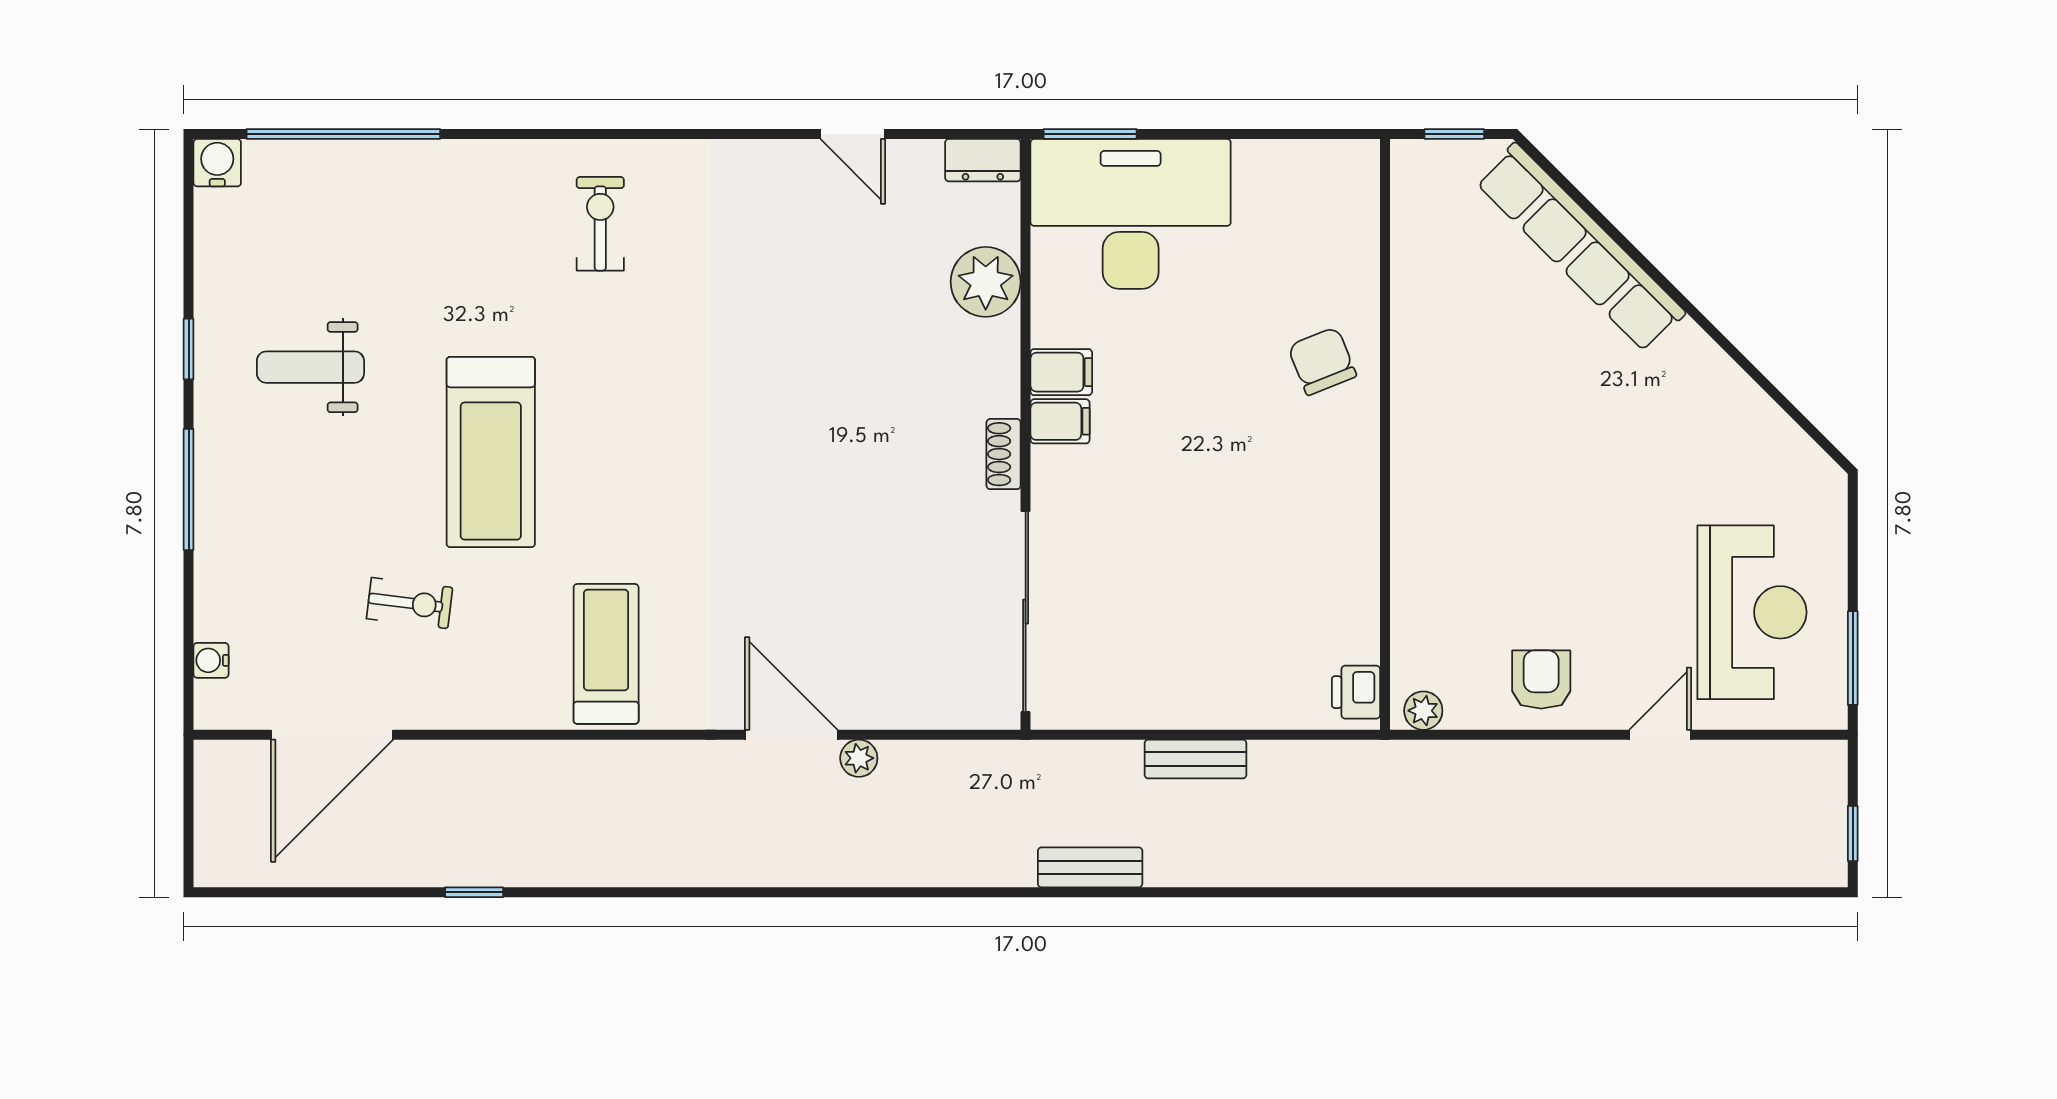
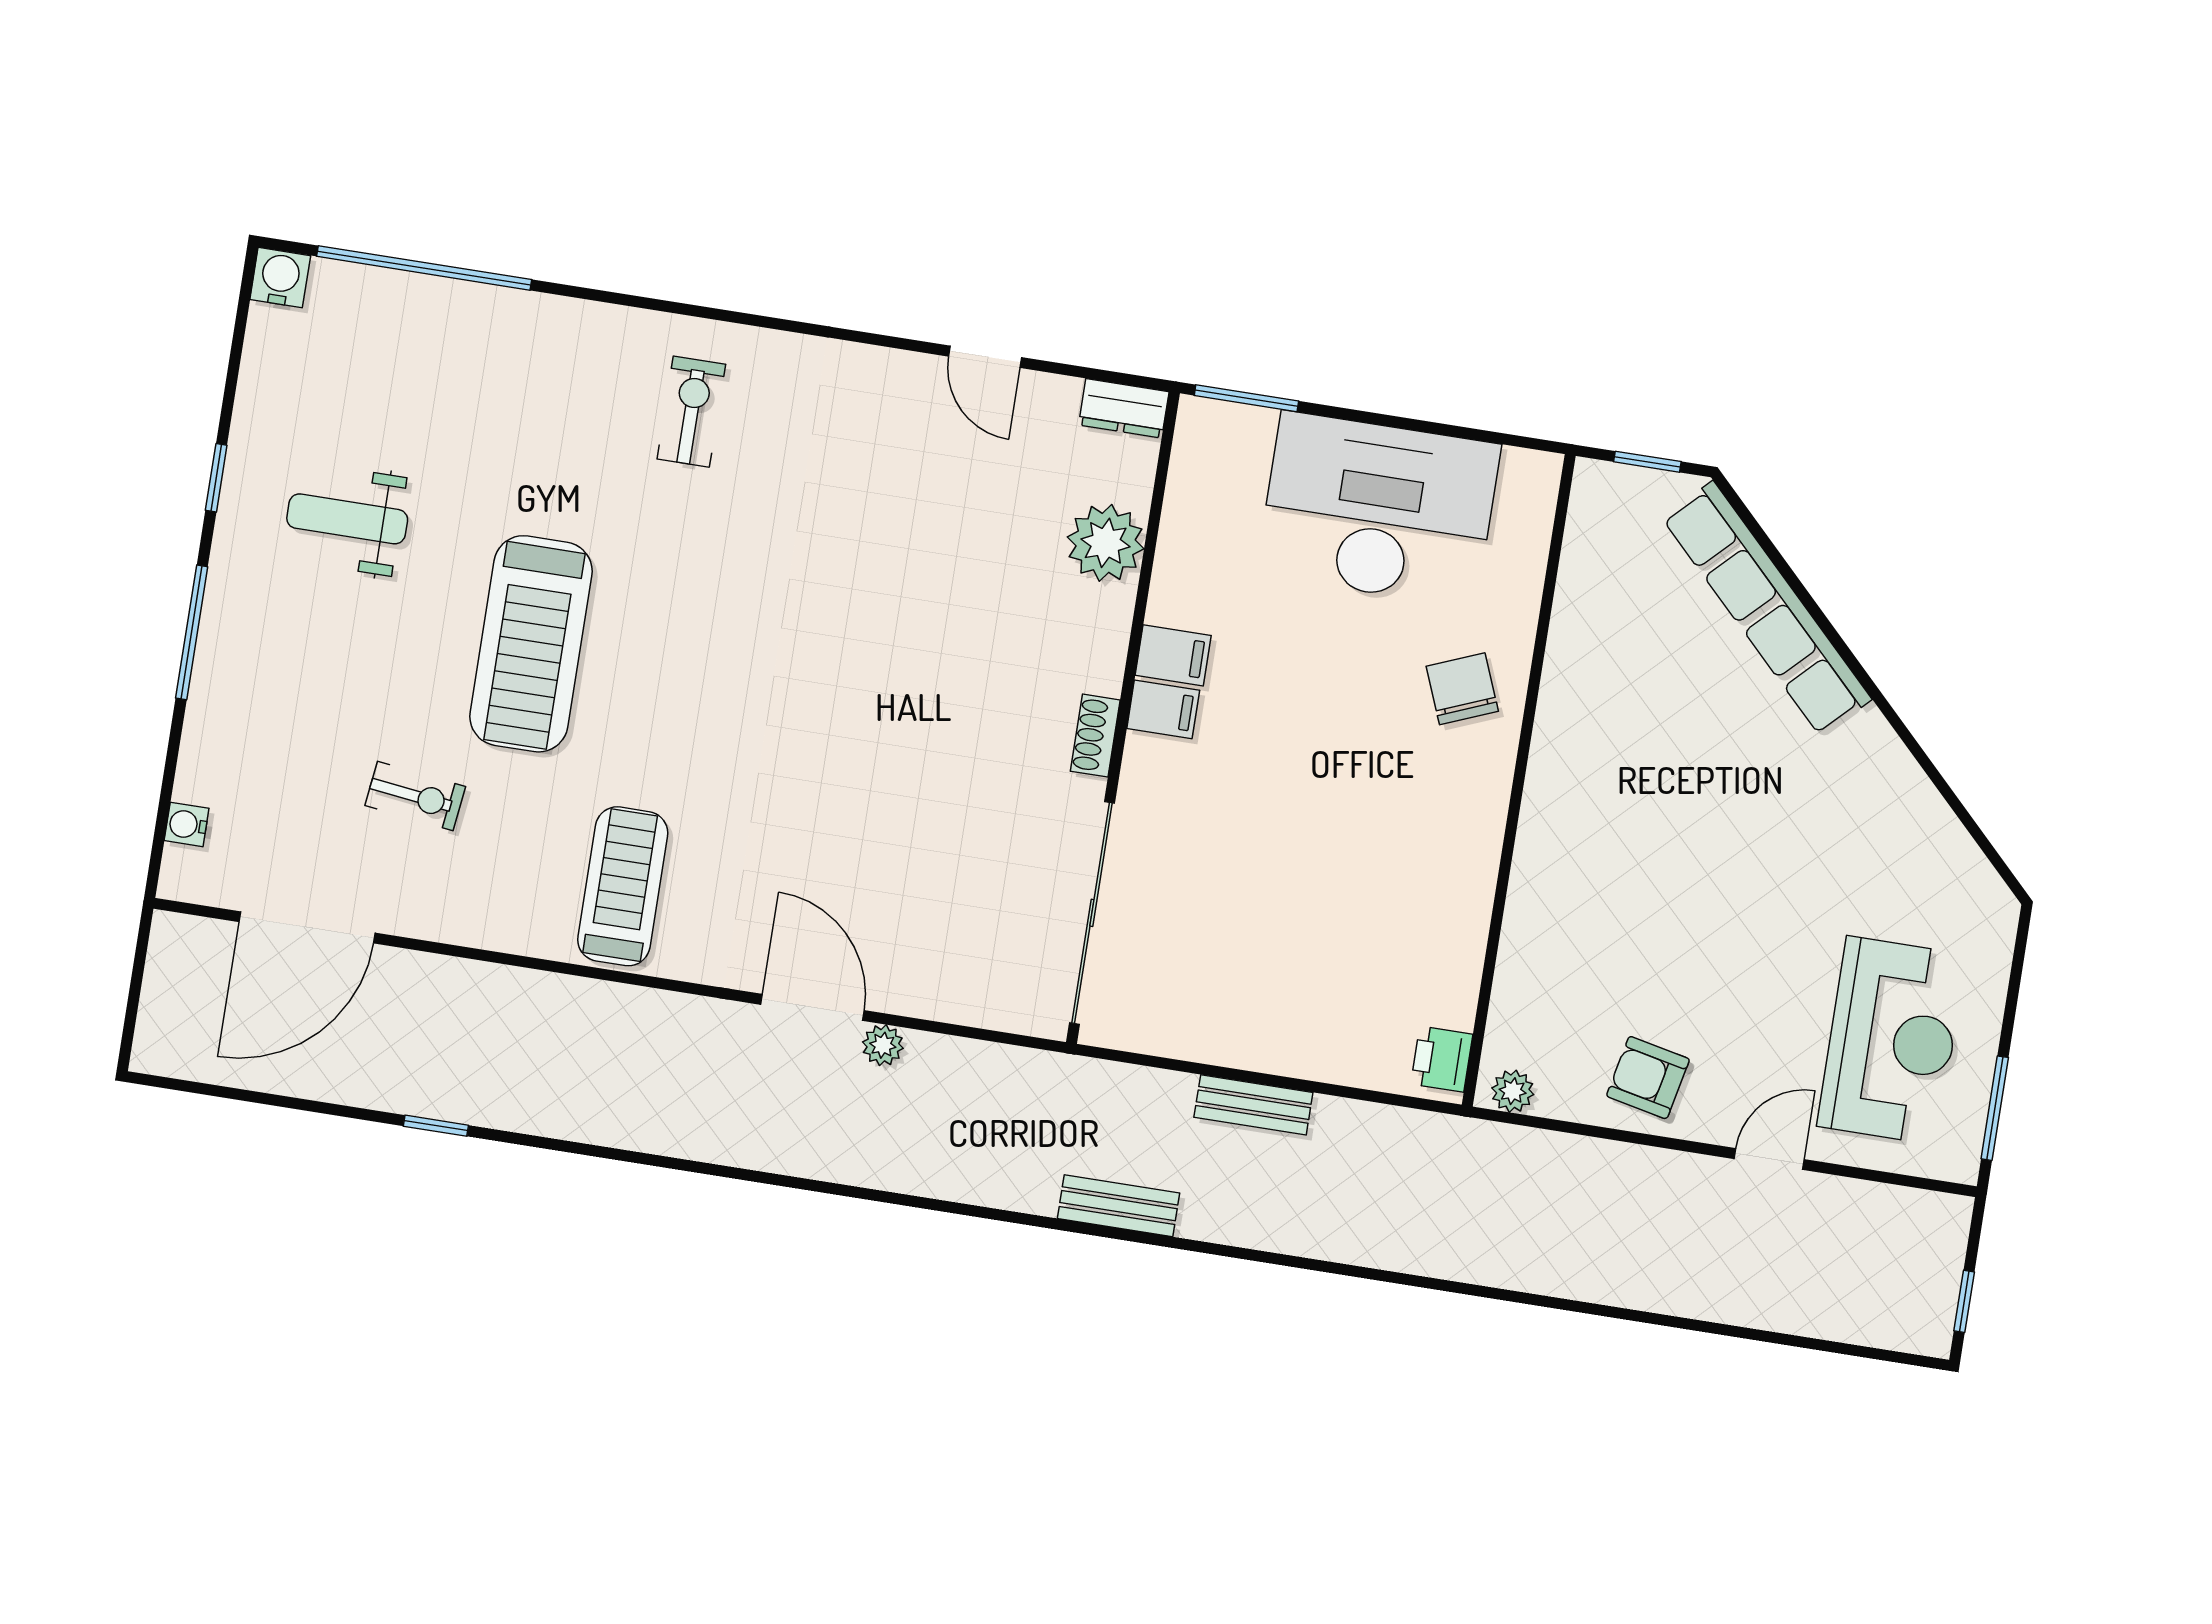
desk: (1131, 214) -> (1379, 509), moved
armchair: (1541, 680) -> (1648, 1078), turned -78

